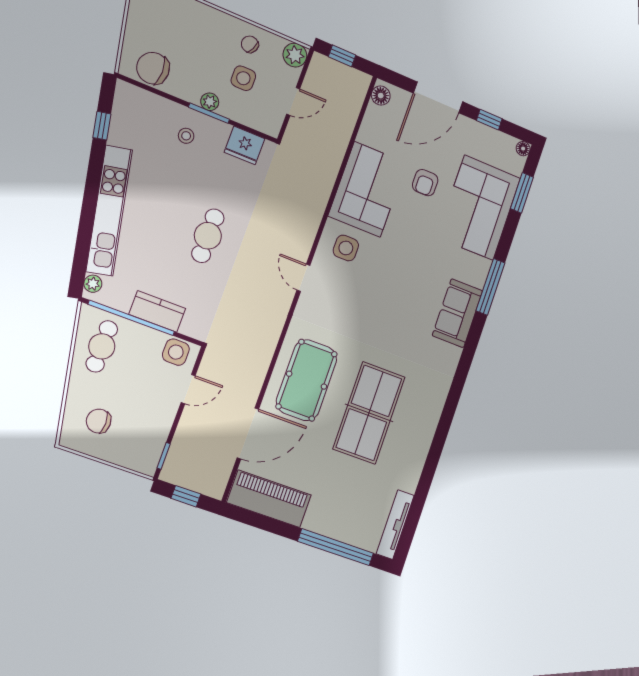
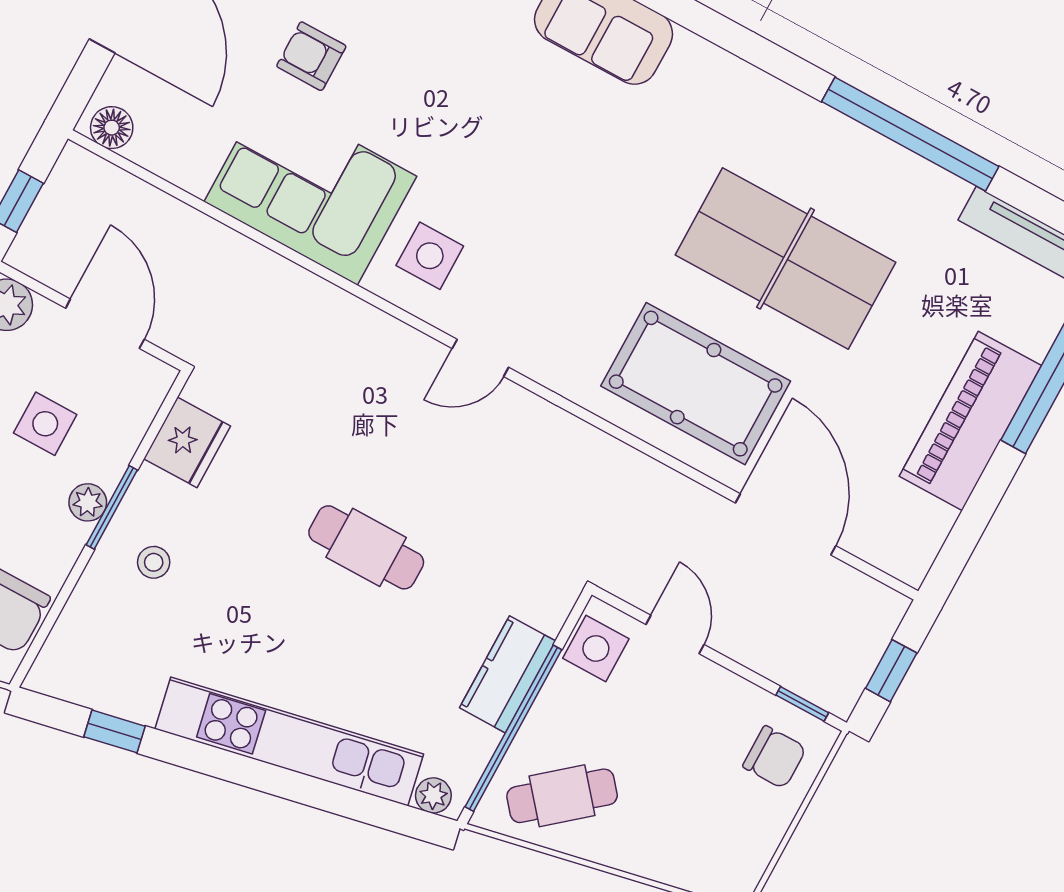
door: (293, 101) -> (105, 324), width x1.38
armchair: (425, 183) -> (311, 56), turned 180
cafe table: (102, 346) -> (562, 796), turned -40
chair: (99, 421) -> (774, 757), moved, turned -90
window: (432, 461) -> (910, 134), added
piano: (269, 499) -> (970, 421), moved

